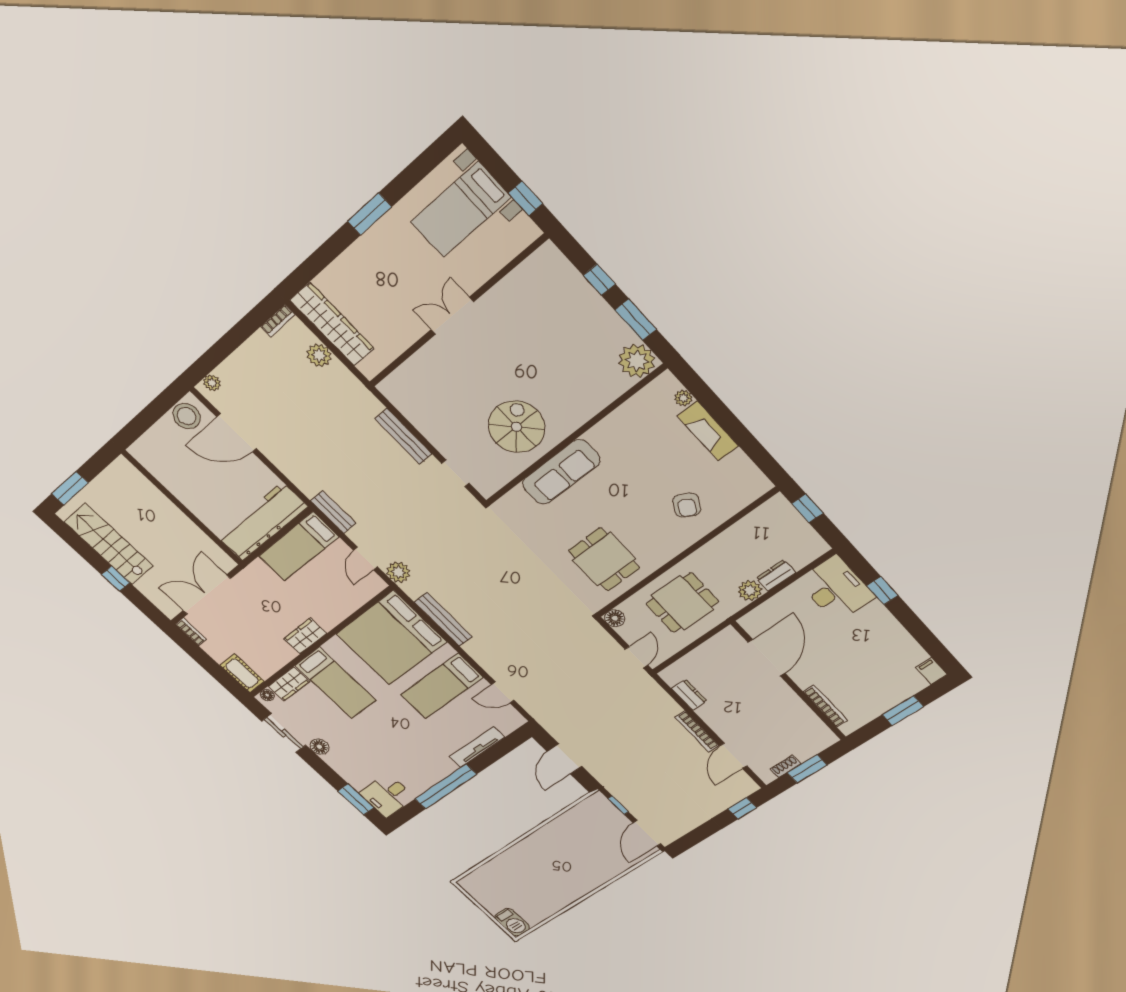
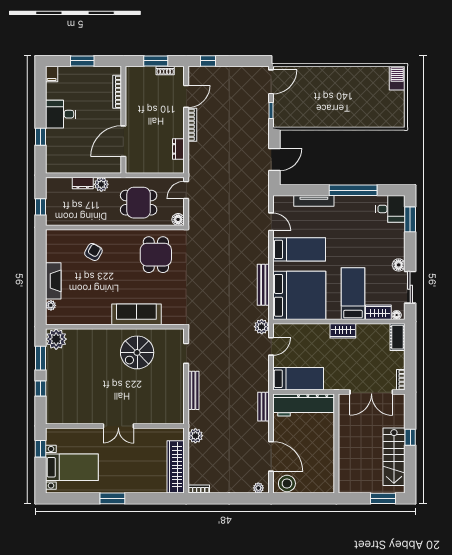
plant: (319, 355) -> (195, 436), moved
bench: (333, 512) -> (264, 407), moved
desk: (836, 589) -> (61, 114), moved, width x0.73

